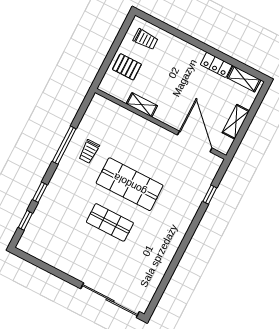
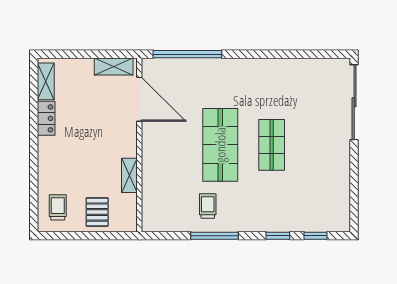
shelving: (236, 122) -> (114, 66), moved
door: (195, 141) -> (139, 99), swing flipped
trolley: (89, 151) -> (208, 206), turned -90
window: (210, 195) -> (187, 54), width x3.17

